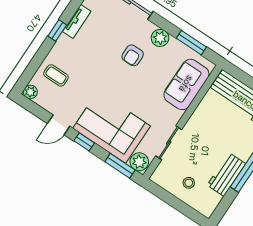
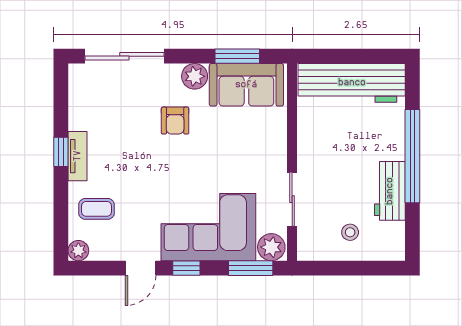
tv unit: (77, 21) -> (78, 156), moved
sofa: (186, 84) -> (246, 85), moved, turned -90

